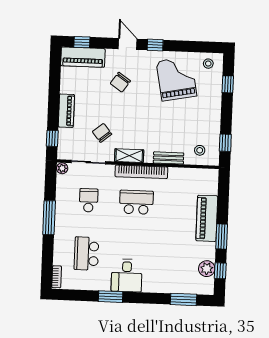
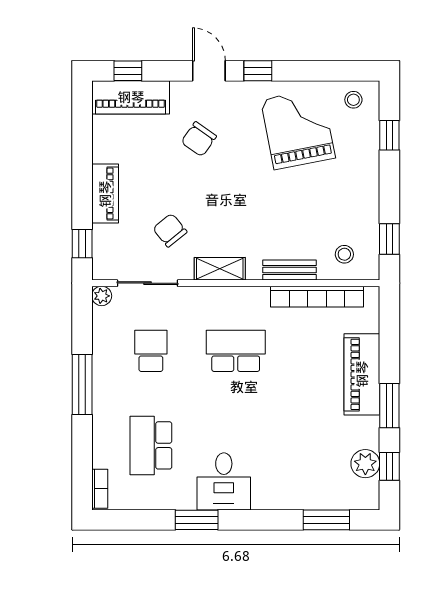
bookcase: (141, 172) -> (317, 297), moved

